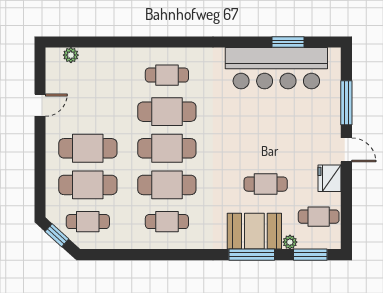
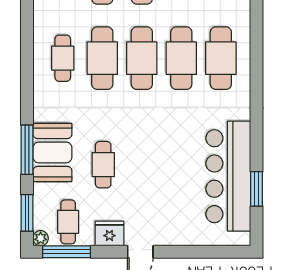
cafe table: (167, 75) -> (221, 58), width x1.37, depth x1.35
window: (346, 103) -> (67, 252), moved
plant: (290, 242) -> (41, 238), moved

